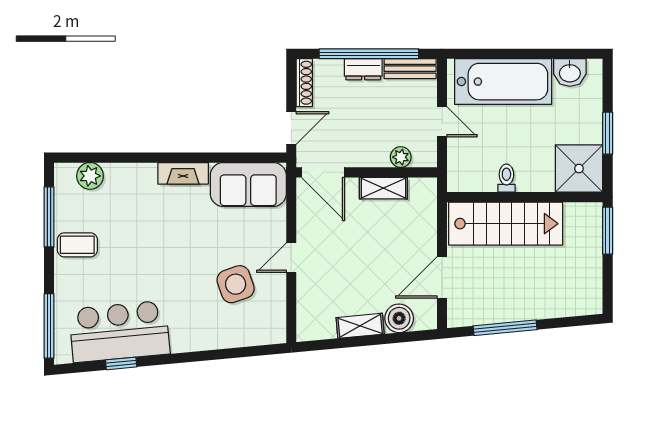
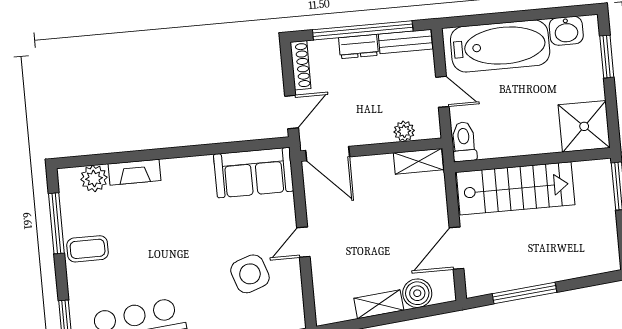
window: (608, 133) -> (607, 57), moved
fireplace: (183, 173) -> (134, 172), moved
toilet: (506, 178) -> (464, 142), moved, width x1.37, depth x1.39
shelving: (383, 188) -> (418, 161), moved

